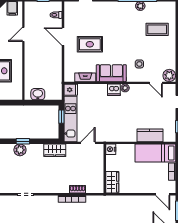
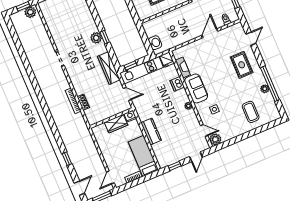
rug: (90, 44) -> (242, 65), moved
door: (156, 83) -> (204, 131), swing flipped
dishwasher: (114, 90) -> (177, 84), moved
washbasin: (38, 94) -> (155, 43), moved
window: (61, 117) -> (130, 66), moved
kitchen counter: (150, 135) -> (151, 132), moved
wardrobe: (55, 150) -> (109, 68), width x1.50
wardrobe: (112, 182) -> (116, 124), moved

